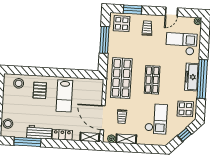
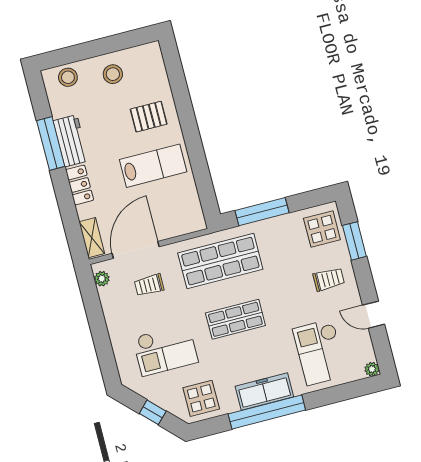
window: (104, 40) -> (262, 212), moved
checkout: (181, 44) -> (320, 352), turned 180
stool: (19, 83) -> (113, 74), moved
lab bench: (64, 96) -> (153, 166), turned 180
shelving: (126, 139) -> (110, 306), removed
window: (27, 142) -> (51, 143), moved

